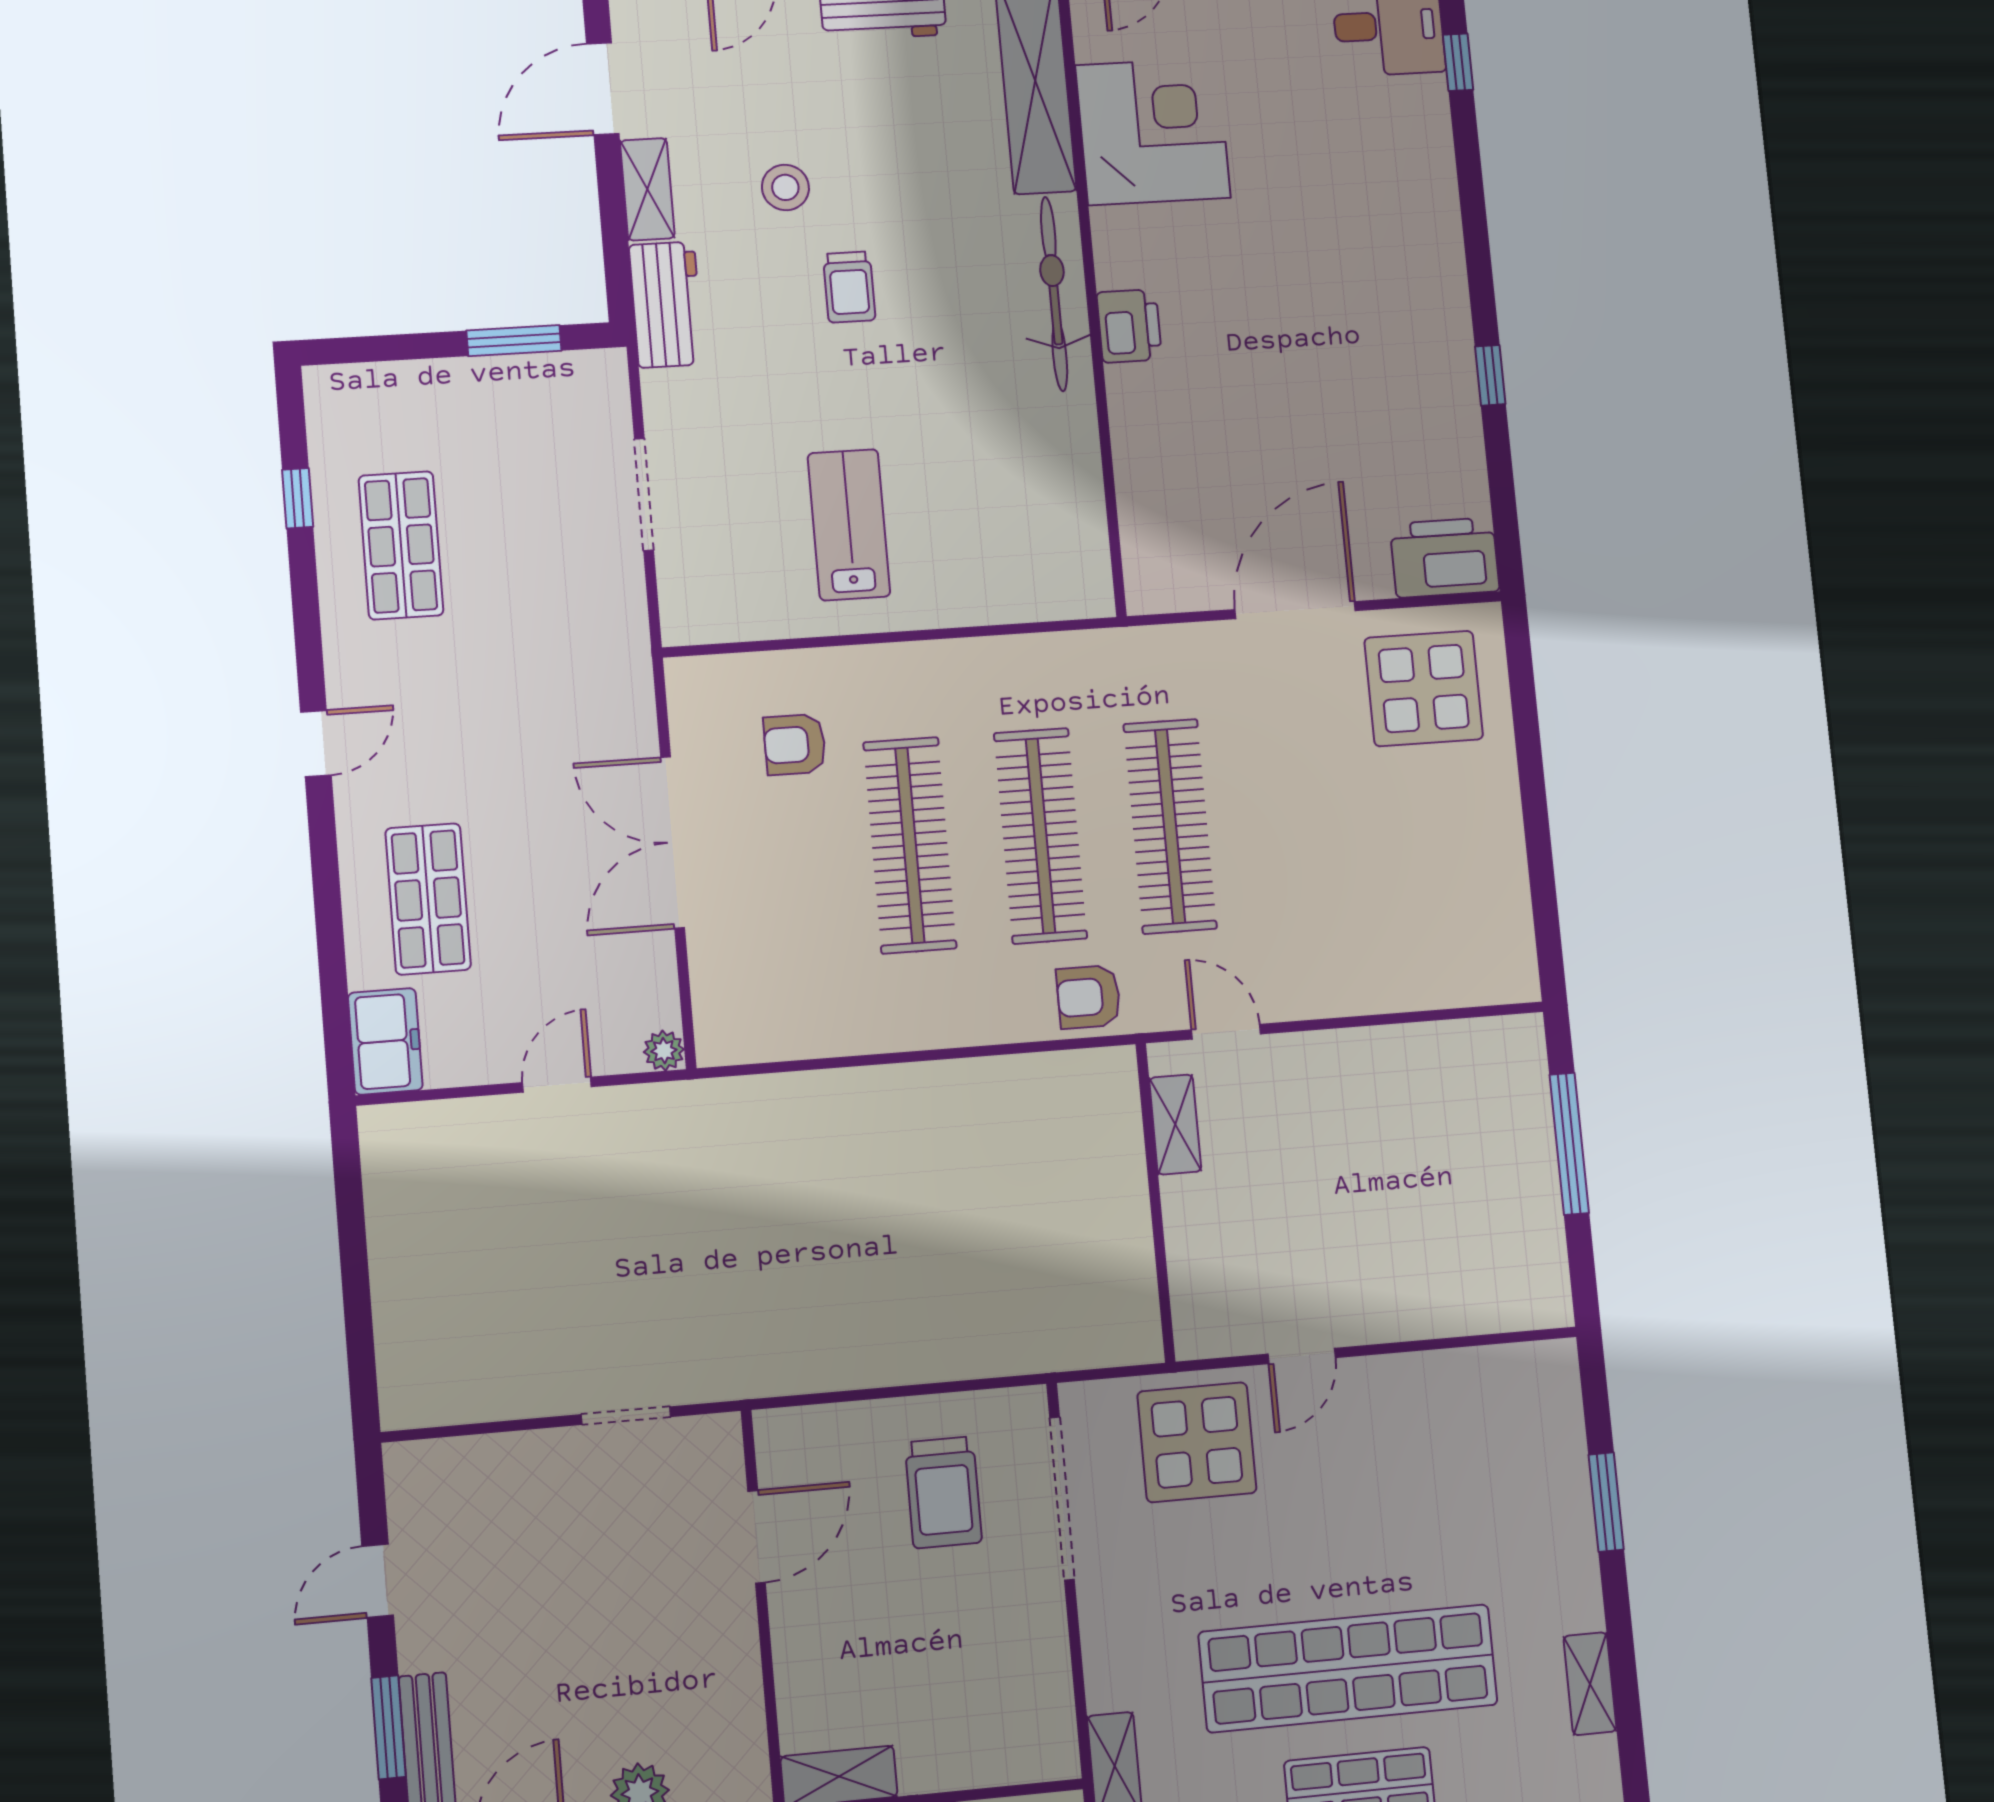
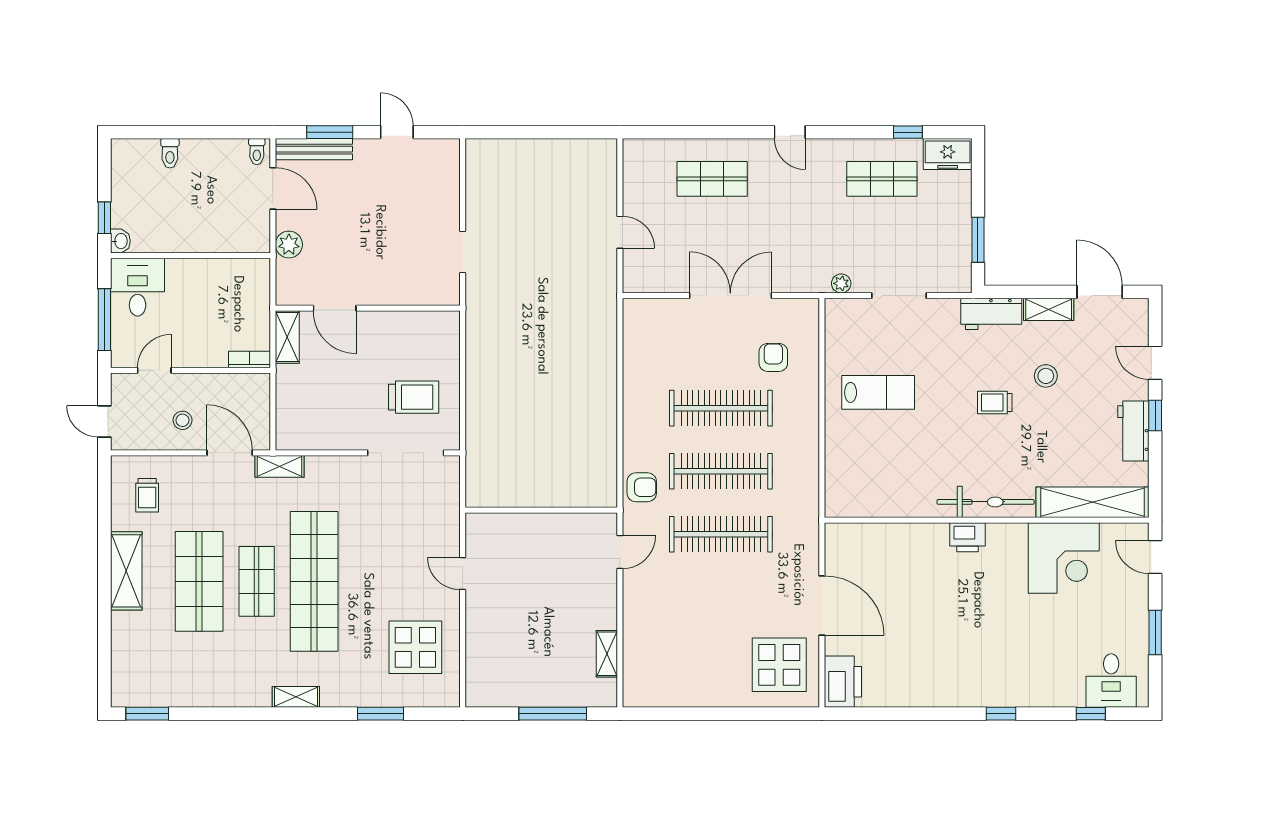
window: (1490, 375) -> (1001, 714), moved
armchair: (1089, 997) -> (642, 487), turned 90
freezer: (385, 1041) -> (948, 154), moved
plant: (664, 1051) -> (841, 283), moved
shelving: (1175, 1125) -> (607, 654), moved, turned 90
display table: (1197, 1442) -> (415, 647), moved
trolley: (943, 1492) -> (414, 397), turned 180
door: (757, 1537) -> (335, 308), moved

